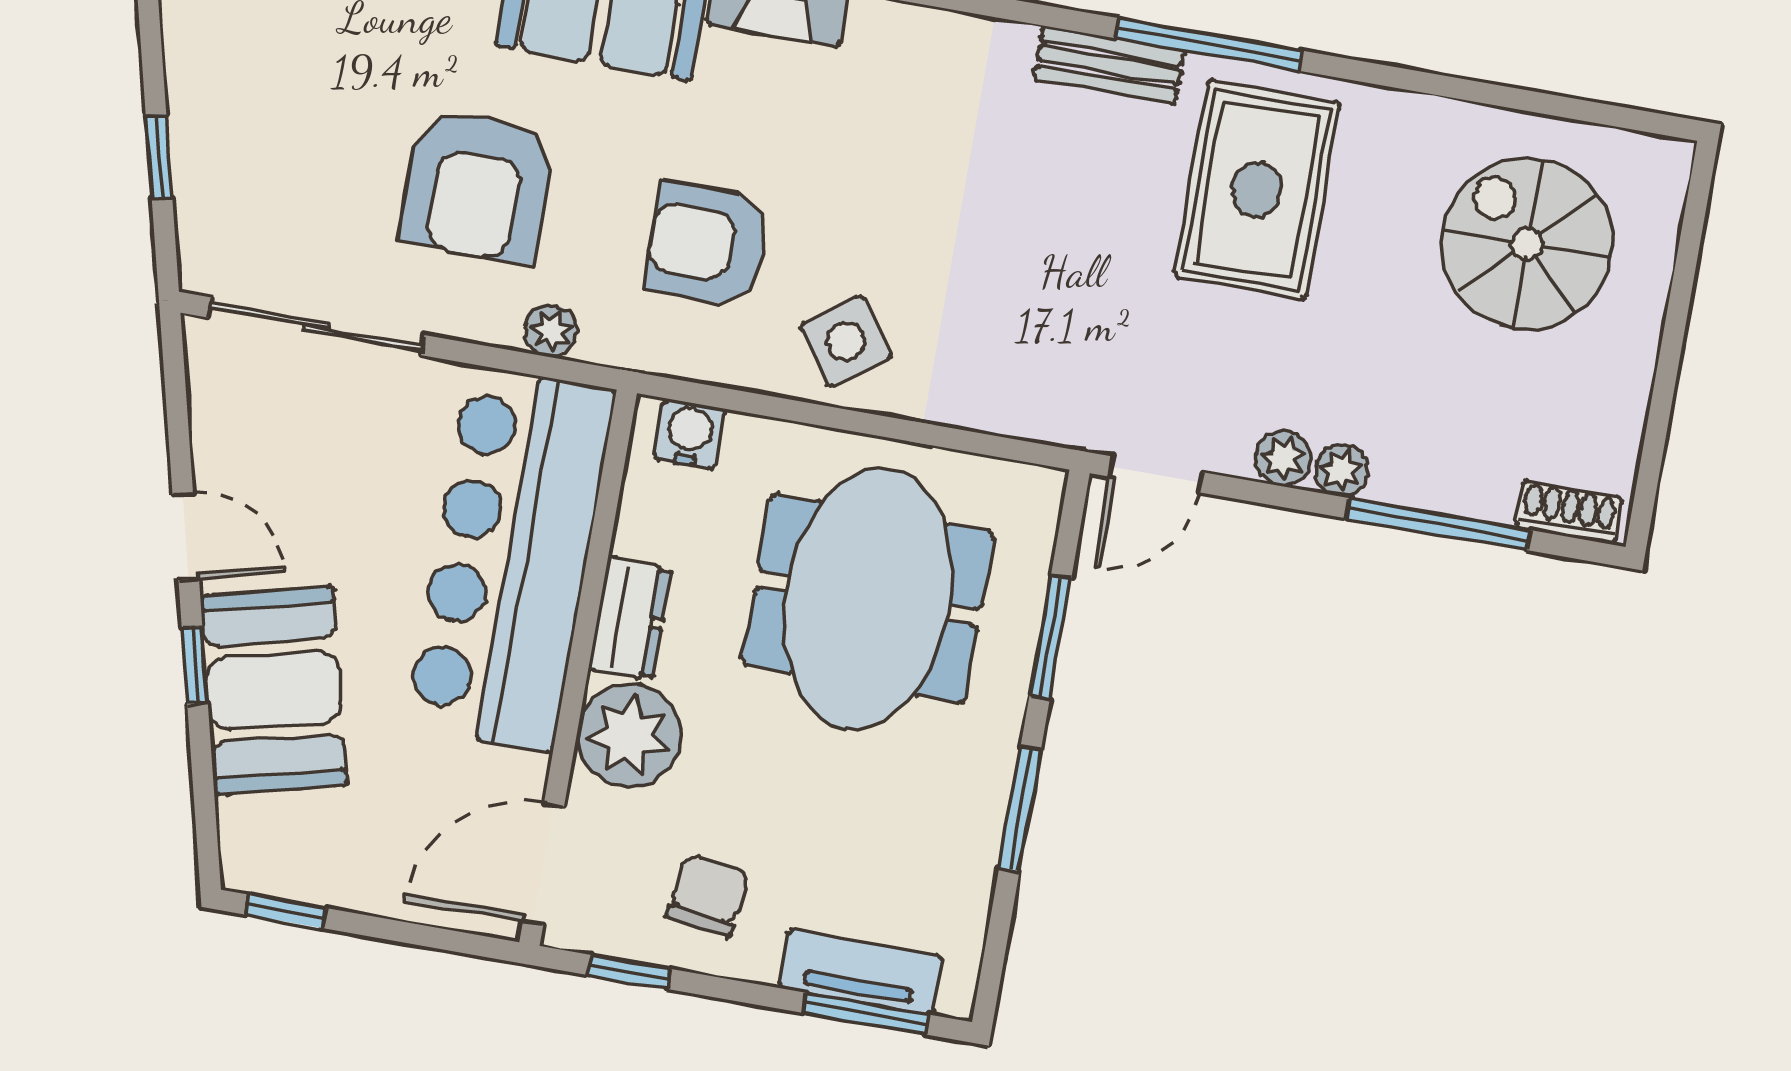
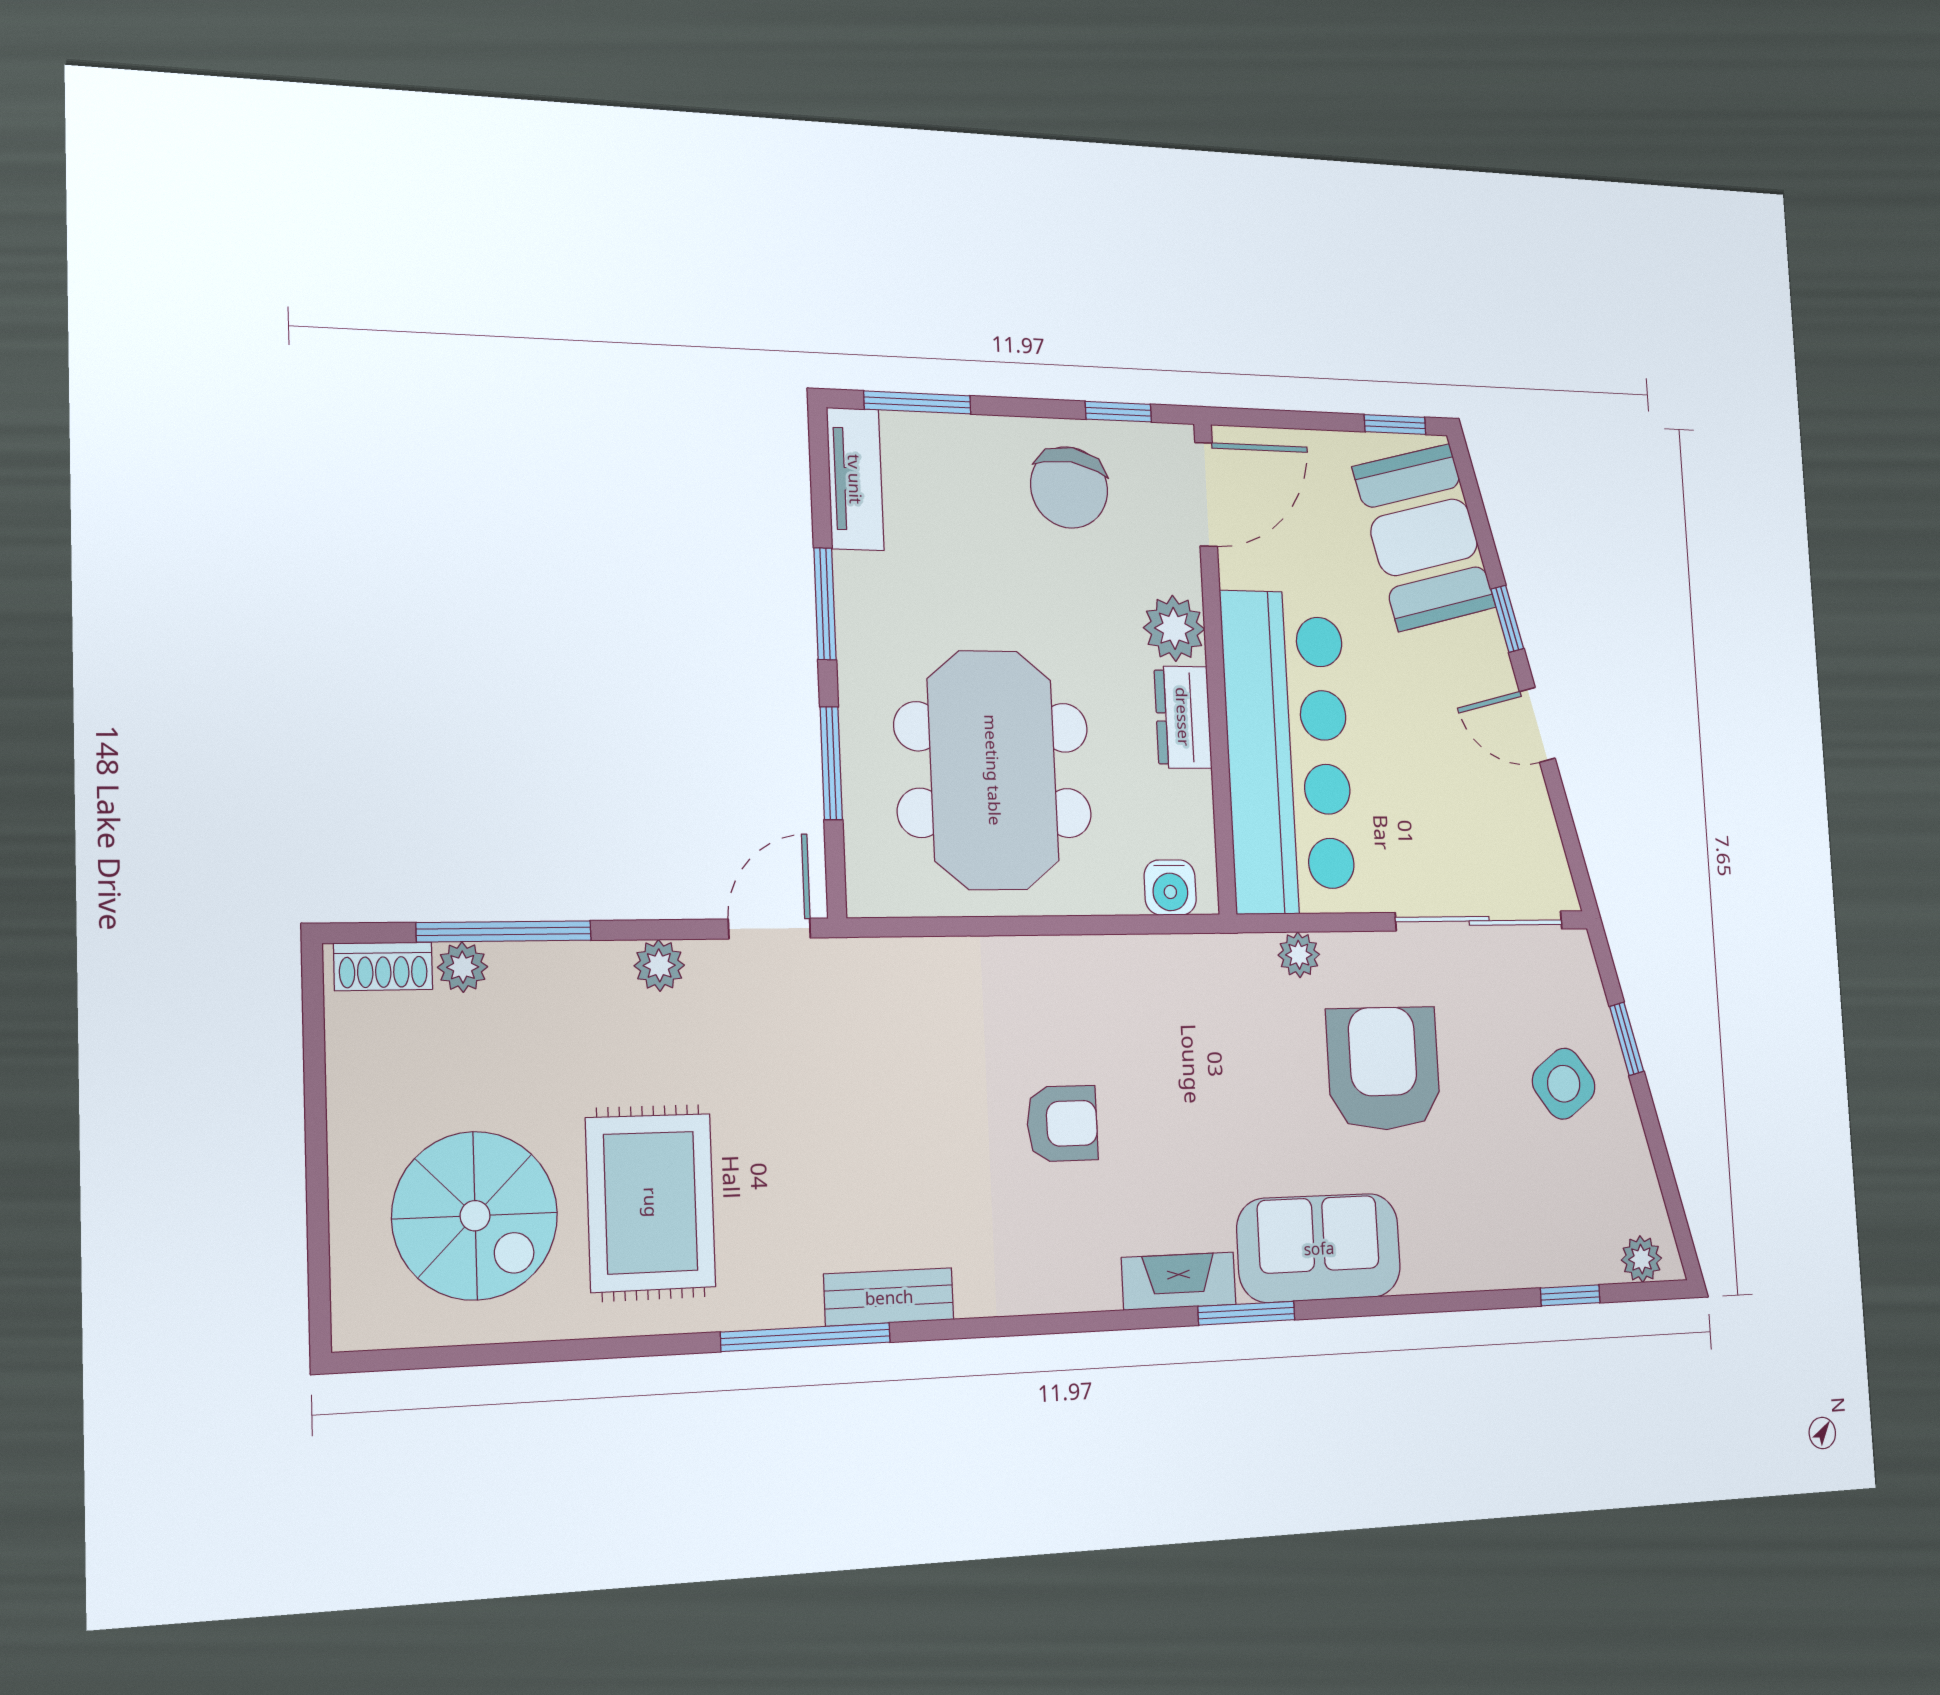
rug: (1257, 190) -> (651, 1202), moved
armchair: (707, 244) -> (1062, 1124), moved, width x0.72, depth x0.72
side table: (846, 341) -> (1564, 1084), moved
plant: (1341, 470) -> (463, 967), moved
booth: (274, 690) -> (1424, 537), moved
plant: (629, 735) -> (1174, 628), width x0.73, depth x0.73
chair: (708, 895) -> (1069, 487), width x1.37, depth x1.37
tv unit: (860, 972) -> (855, 479), moved, turned -90

